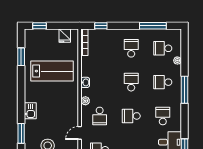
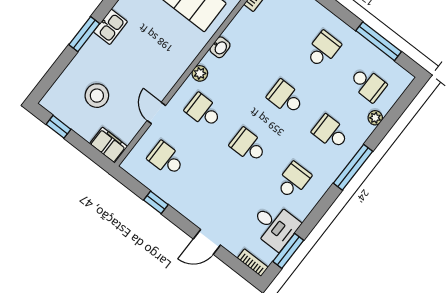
school desk: (163, 48) -> (368, 84), turned 180
school desk: (131, 82) -> (286, 98), turned -90
school desk: (100, 116) -> (203, 111), turned 90
window: (21, 133) -> (84, 34), moved
door: (80, 133) -> (156, 113), hinge flipped

